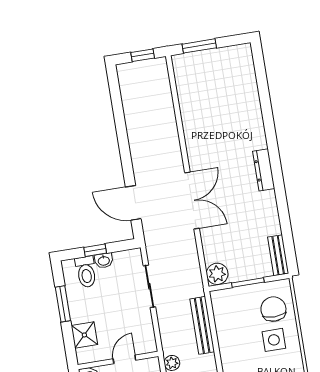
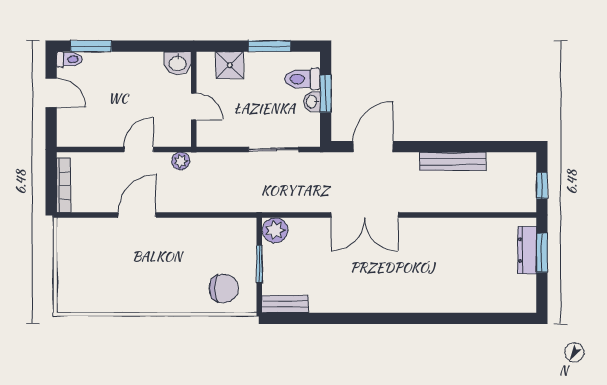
dresser: (264, 170) -> (527, 250), moved, turned -90
window: (95, 250) -> (326, 94), width x1.50
bench: (202, 325) -> (453, 161), moved
side table: (274, 340) -> (188, 283), removed

